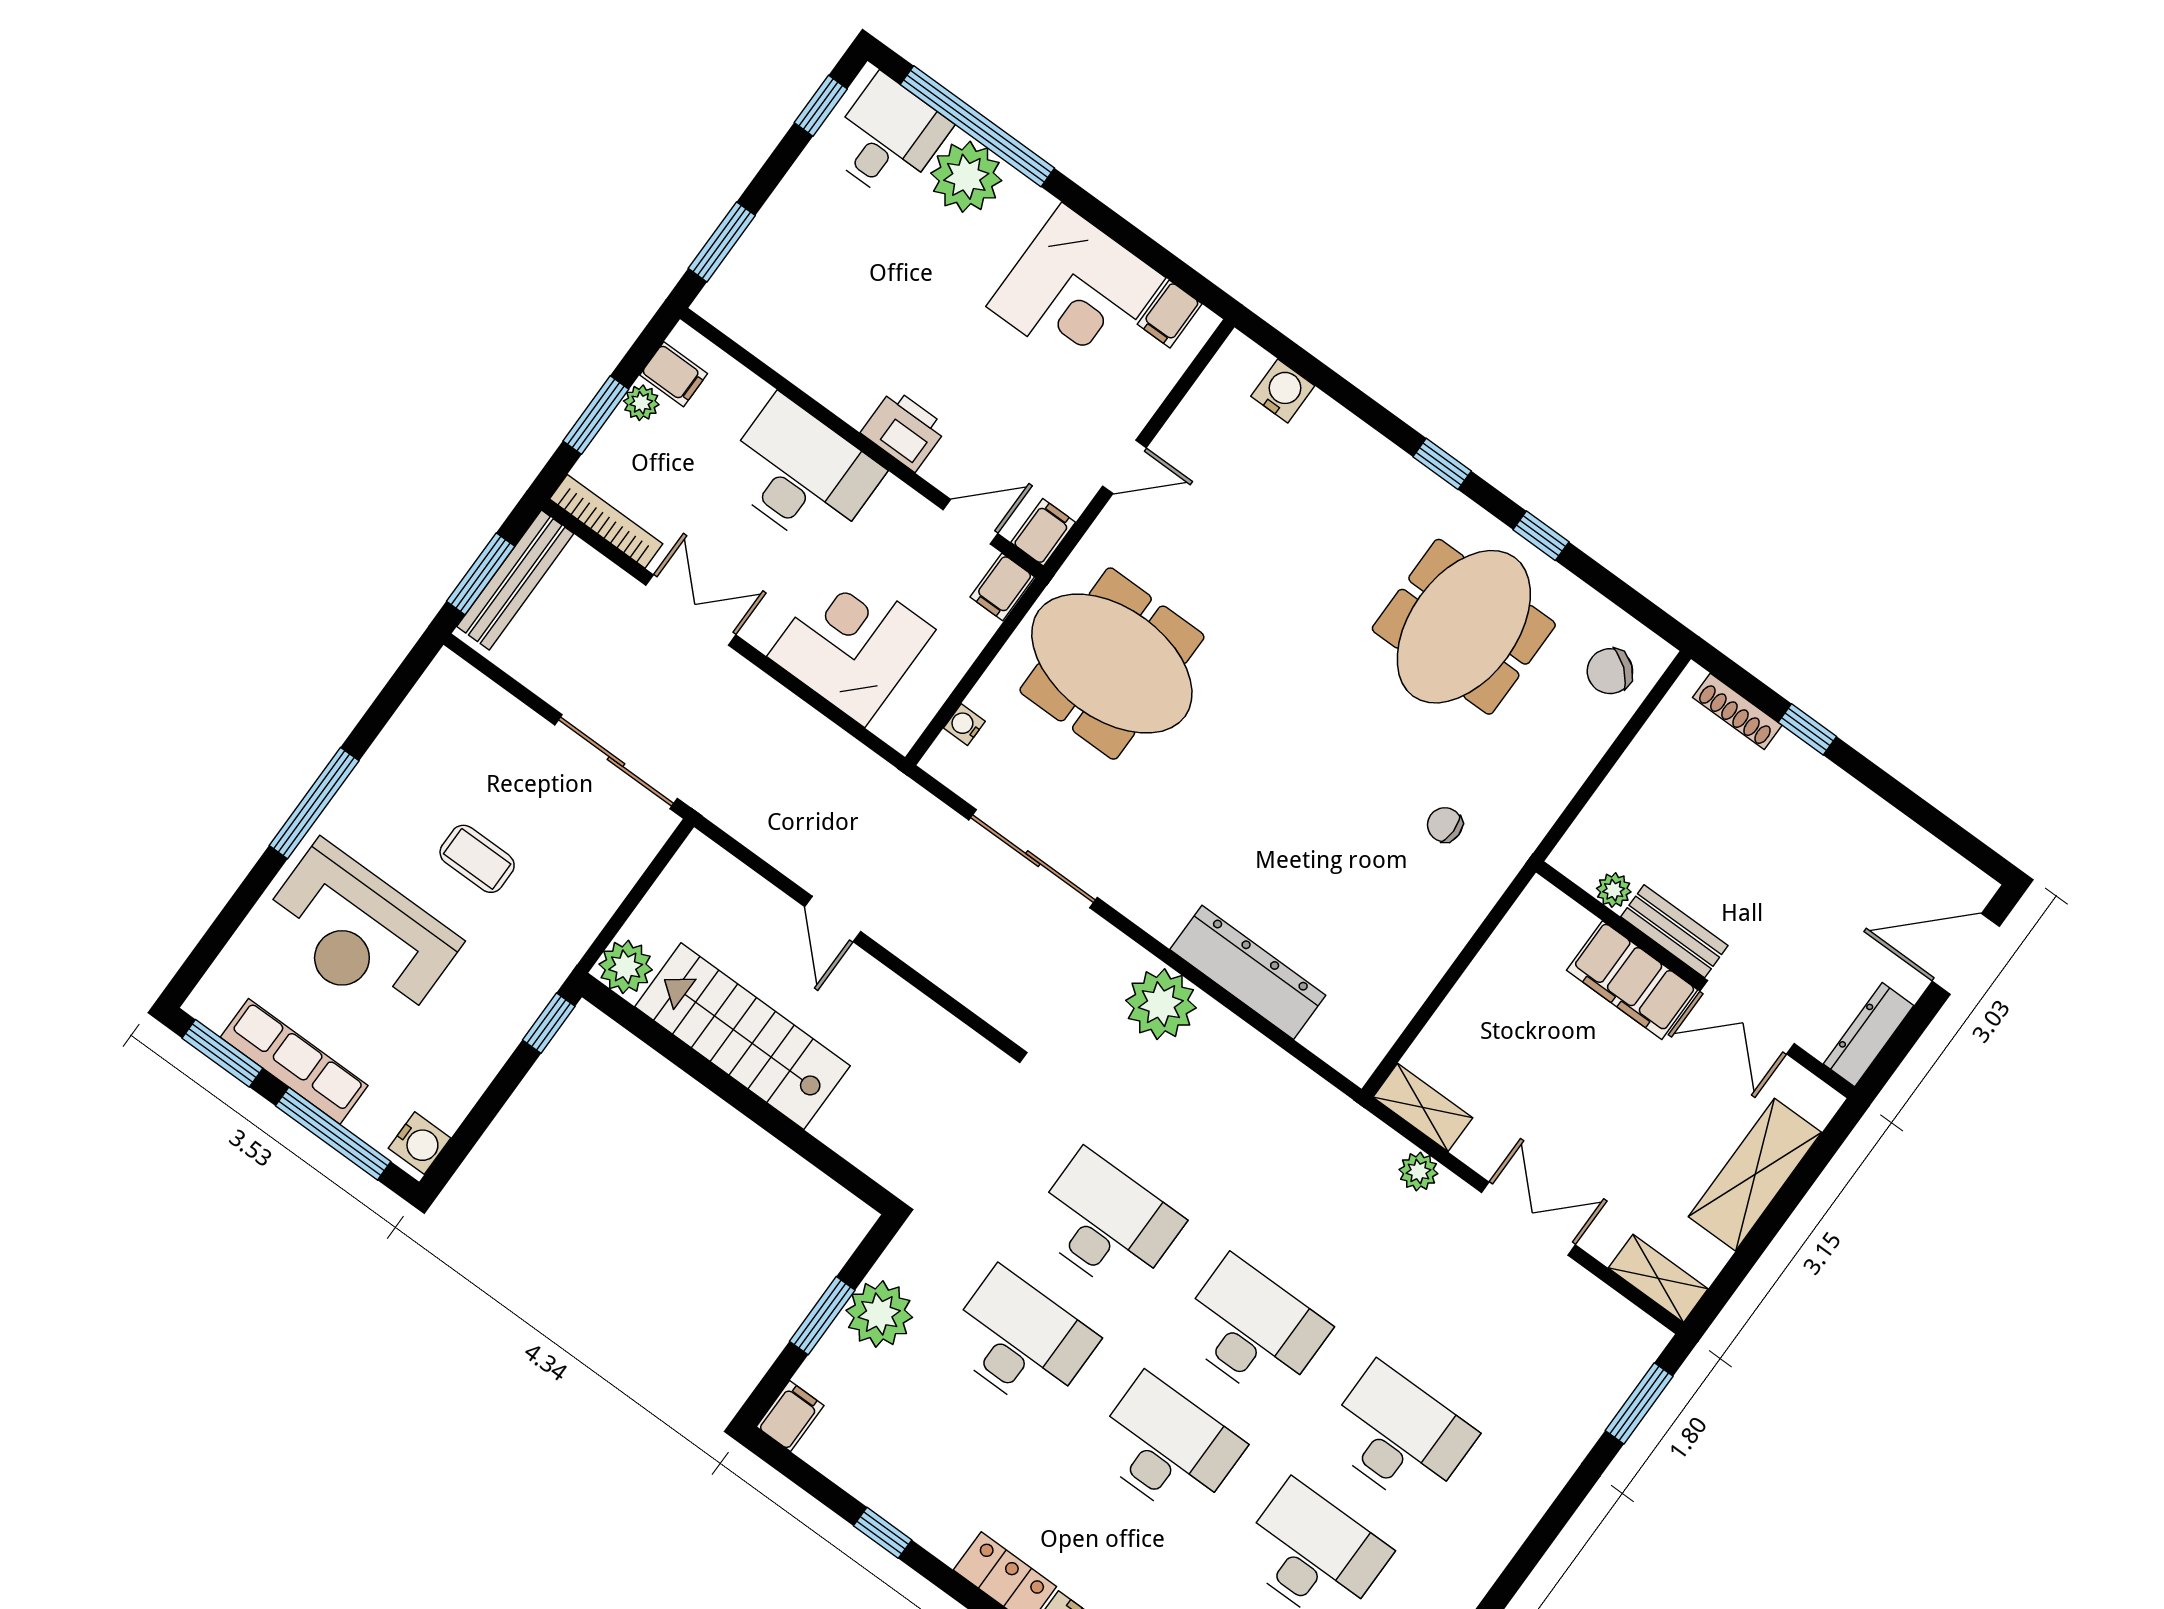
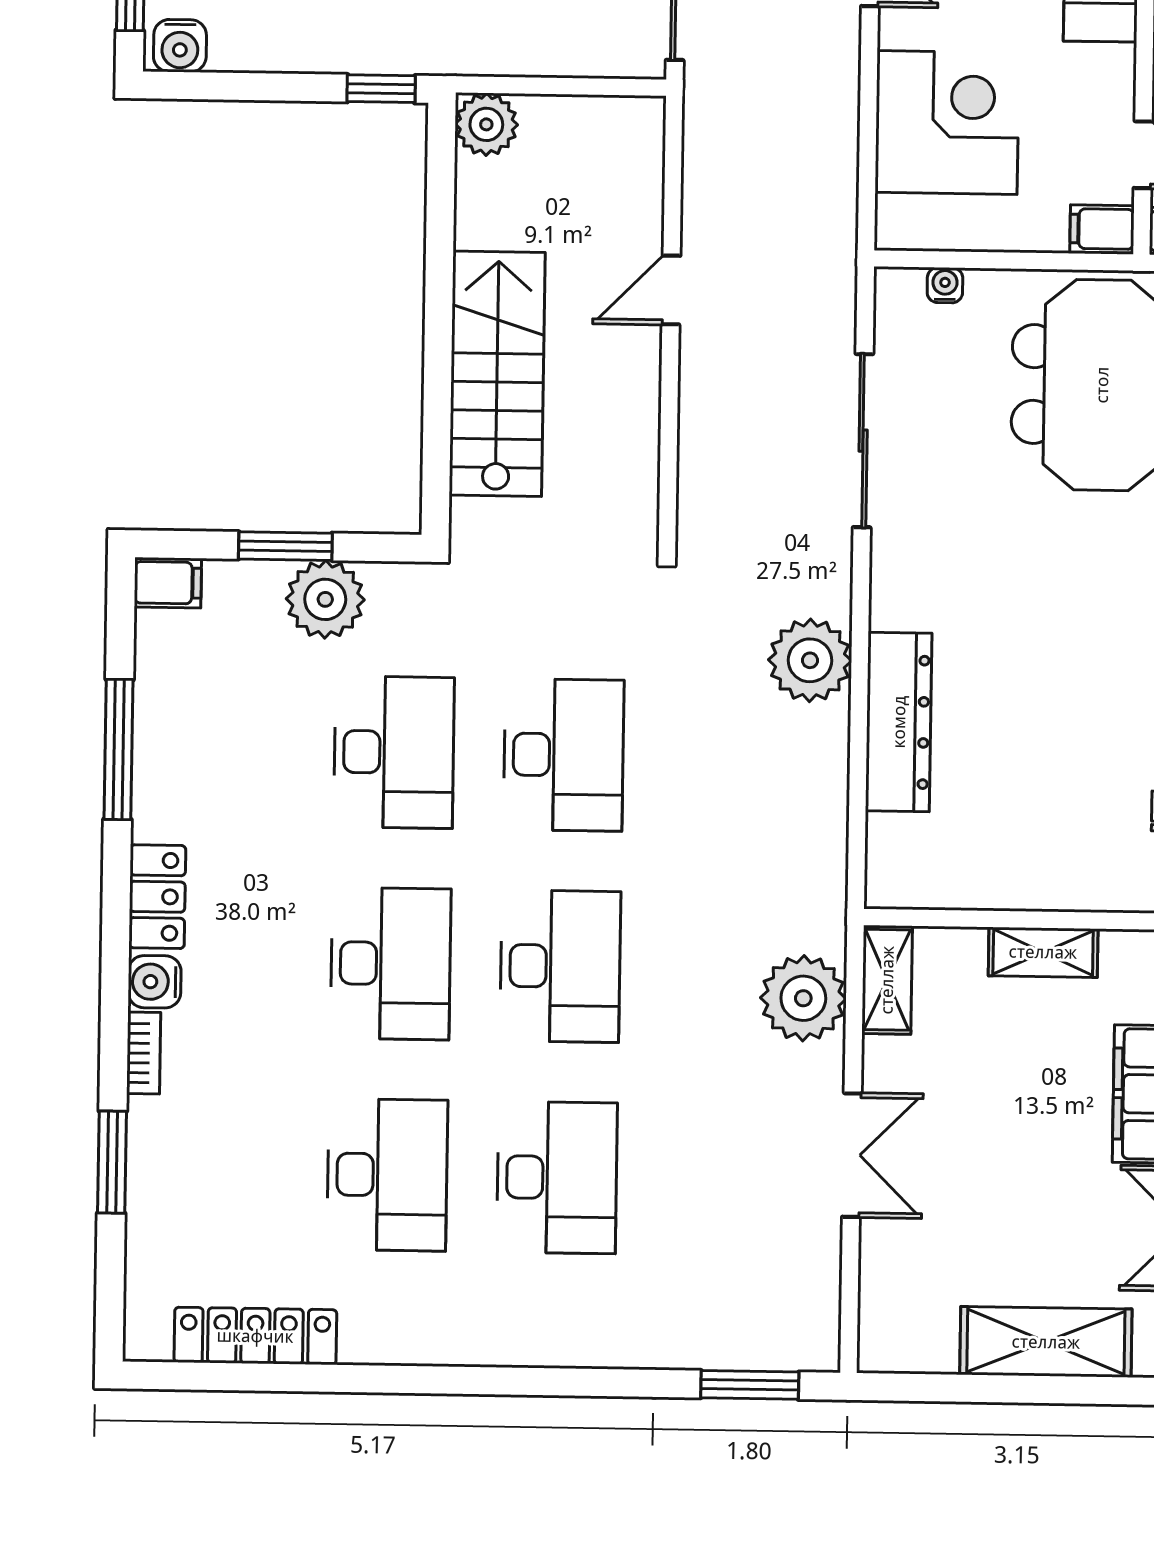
stairs: (742, 1036) -> (497, 374), moved
plant: (1418, 1171) -> (803, 998), width x1.88, depth x1.88
shelving: (1658, 1278) -> (1043, 952), moved, turned 90
window: (883, 1533) -> (119, 749), width x2.17

